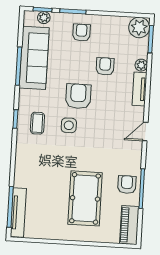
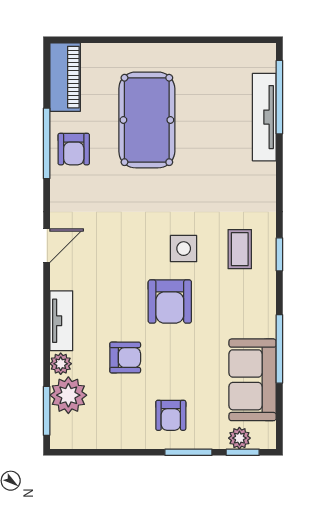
plant: (139, 27) -> (68, 395), moved
sofa: (34, 58) -> (253, 380), width x0.73
armchair: (105, 66) -> (125, 358), turned -90
tv unit: (18, 213) -> (264, 117), moved

